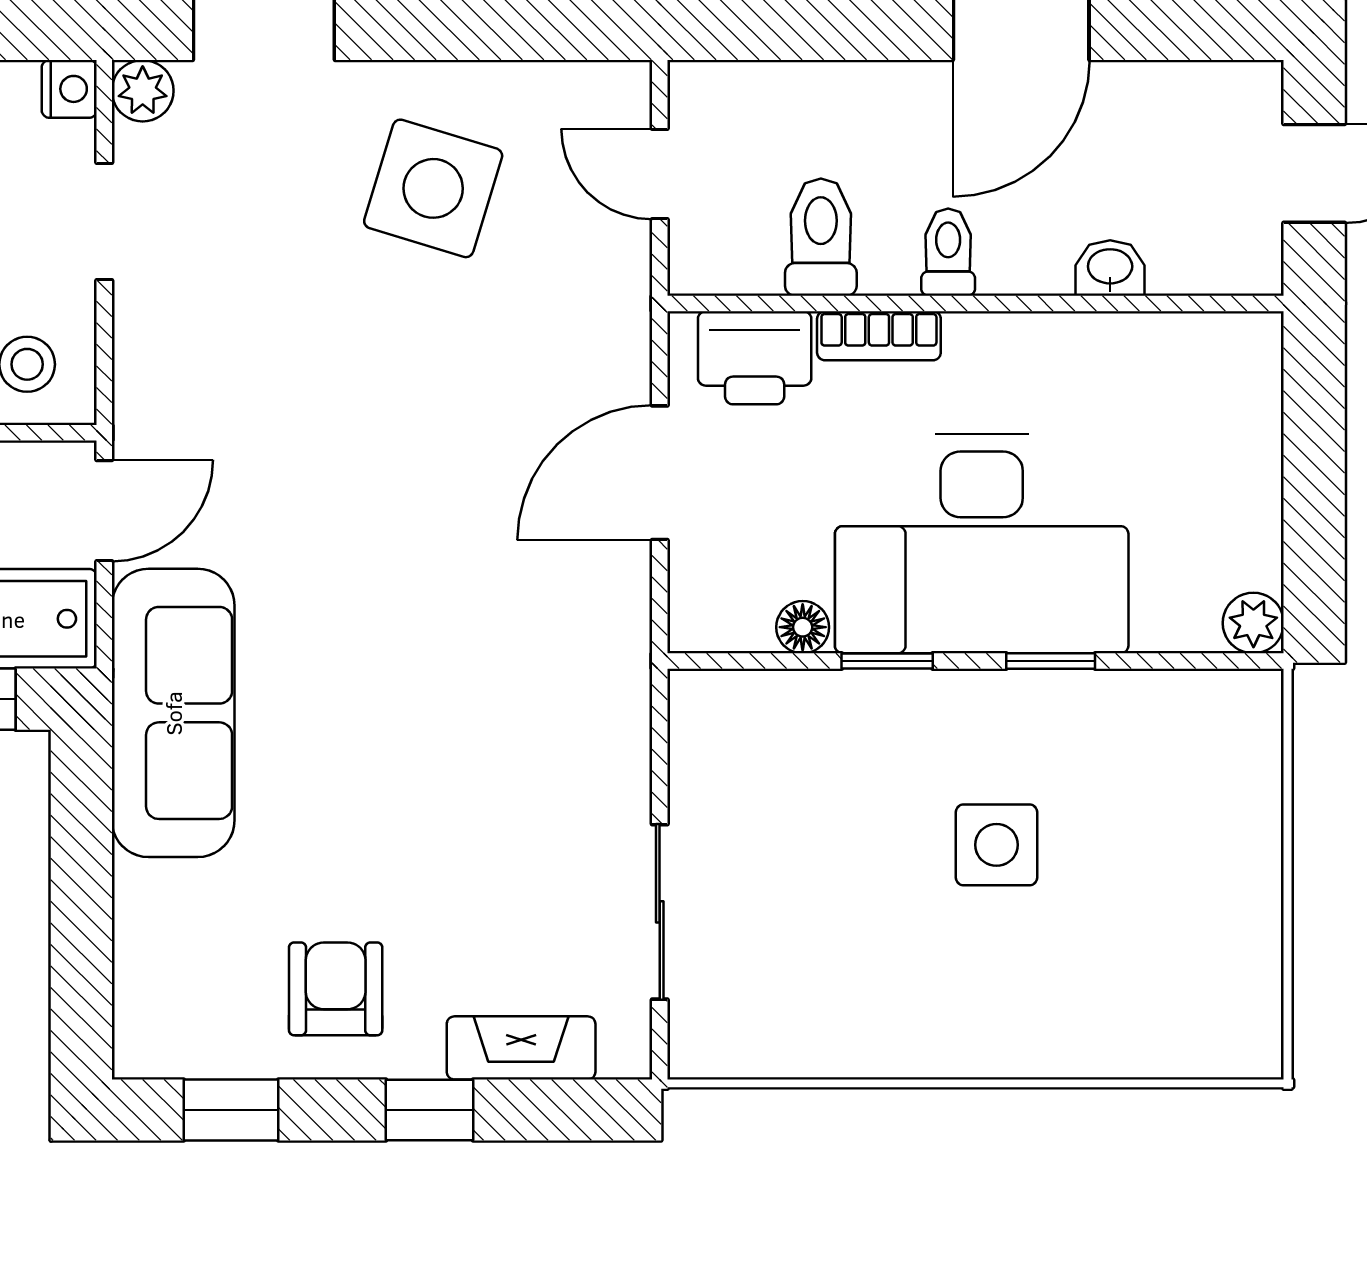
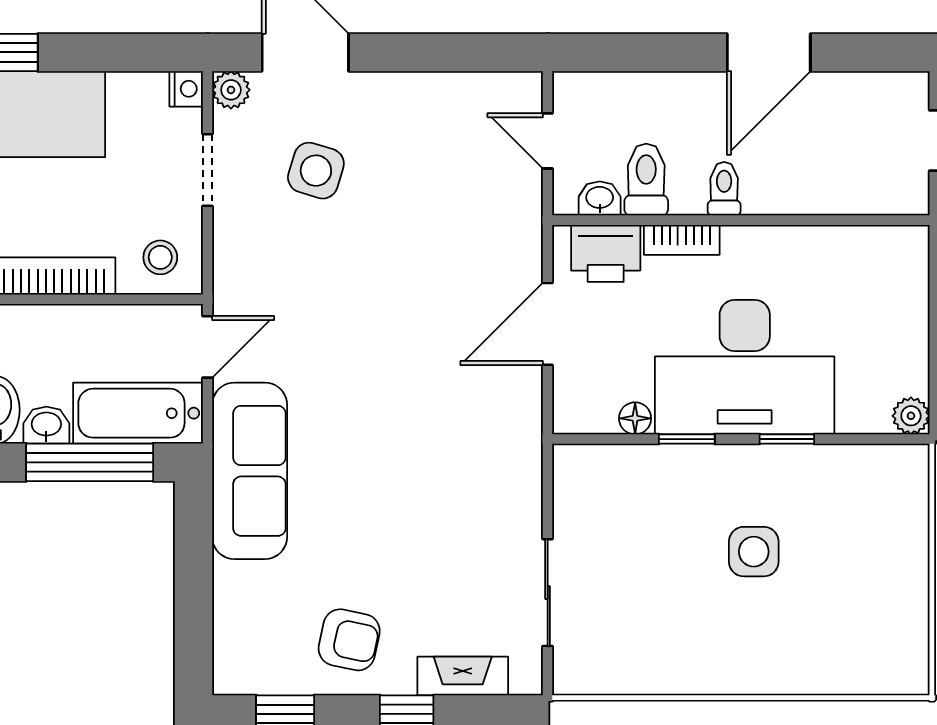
side table: (433, 188) -> (316, 171), moved, width x0.73, depth x0.73
washbasin: (1110, 268) -> (600, 198), moved
armchair: (336, 989) -> (349, 640), turned 102

